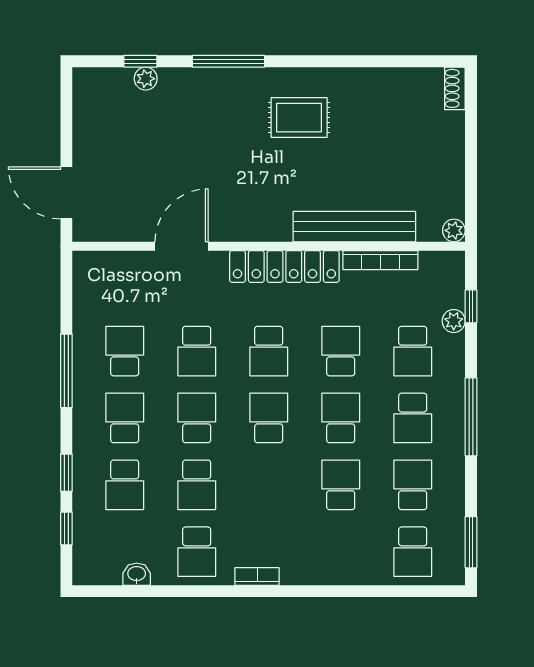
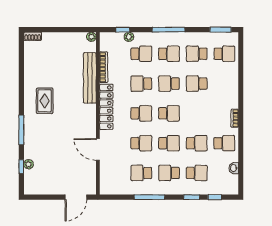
school desk: (197, 418) -> (169, 143), turned 180
school desk: (269, 418) -> (169, 113), turned 180

